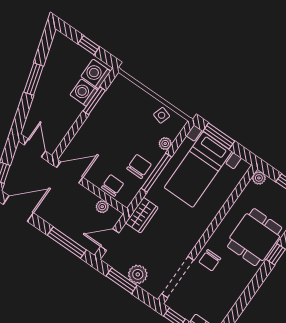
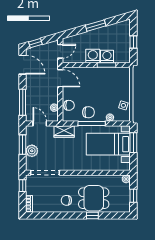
washing machine: (96, 74) -> (93, 56), moved
chair: (210, 260) -> (66, 200), moved

